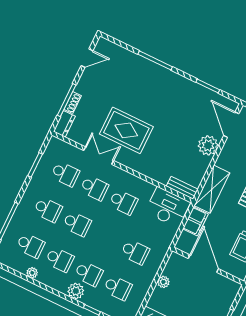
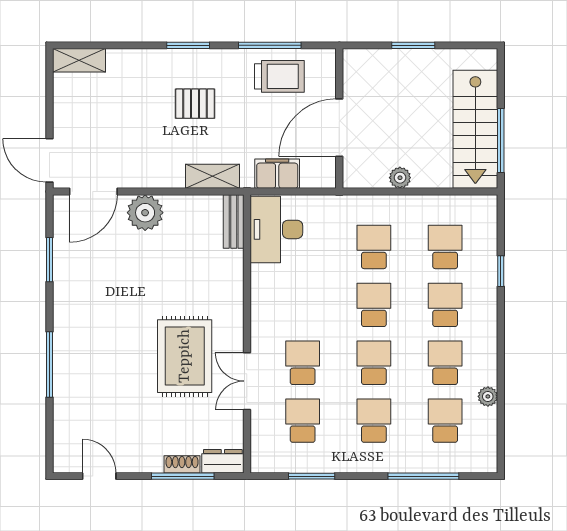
shelving: (212, 189) -> (213, 176), width x0.67, depth x0.75
school desk: (123, 202) -> (374, 305), moved
plant: (76, 291) -> (483, 312), removed

